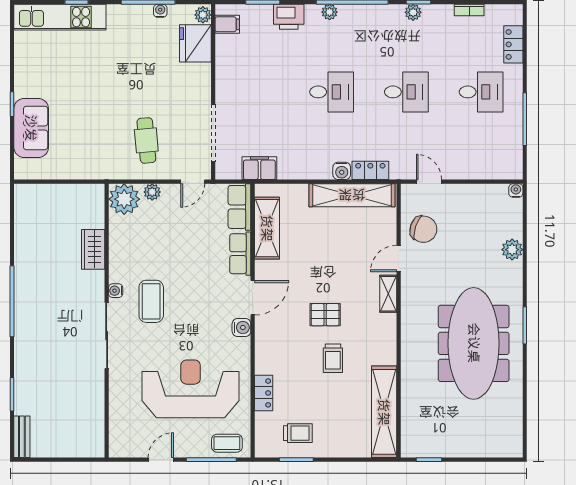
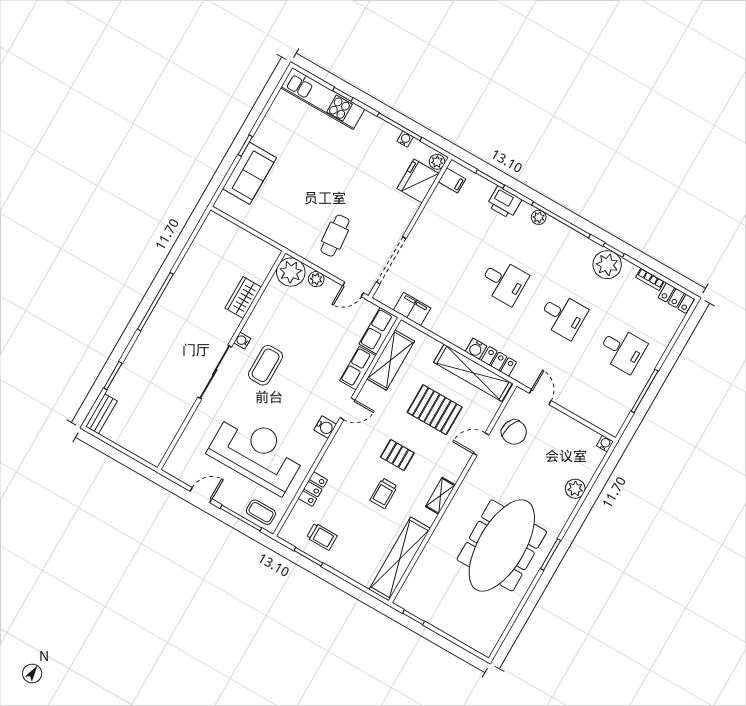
plant: (413, 12) -> (607, 265), width x1.87, depth x1.87
locker: (513, 44) -> (676, 298), moved, turned -90
pallet: (336, 251) -> (435, 410), added
shelving: (388, 294) -> (440, 496), moved
door: (253, 298) -> (347, 409), width x0.73

